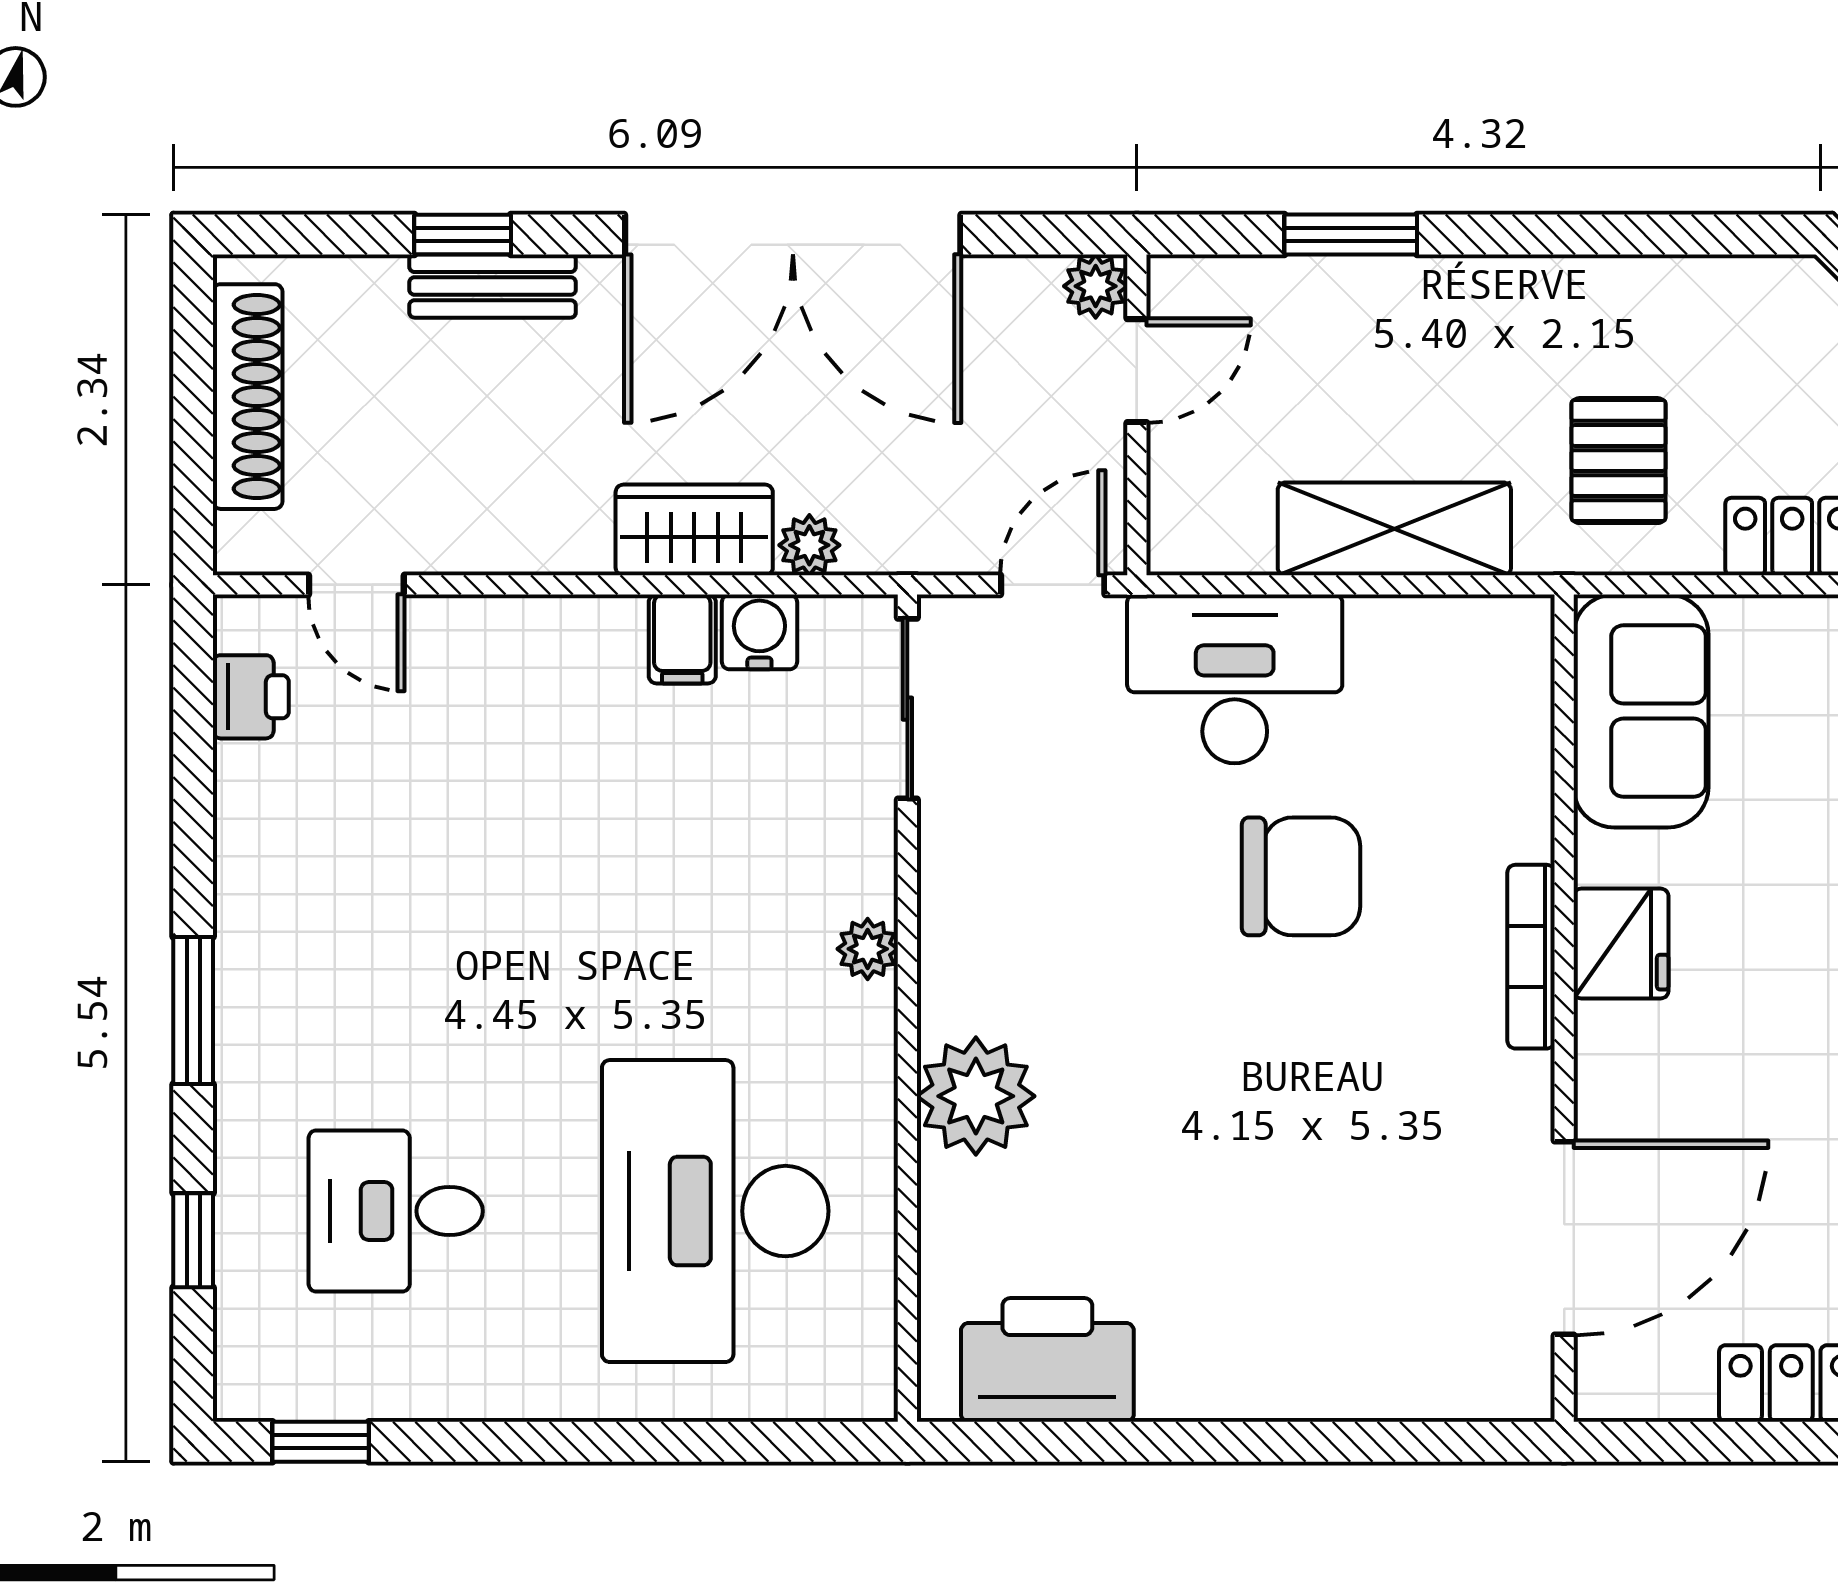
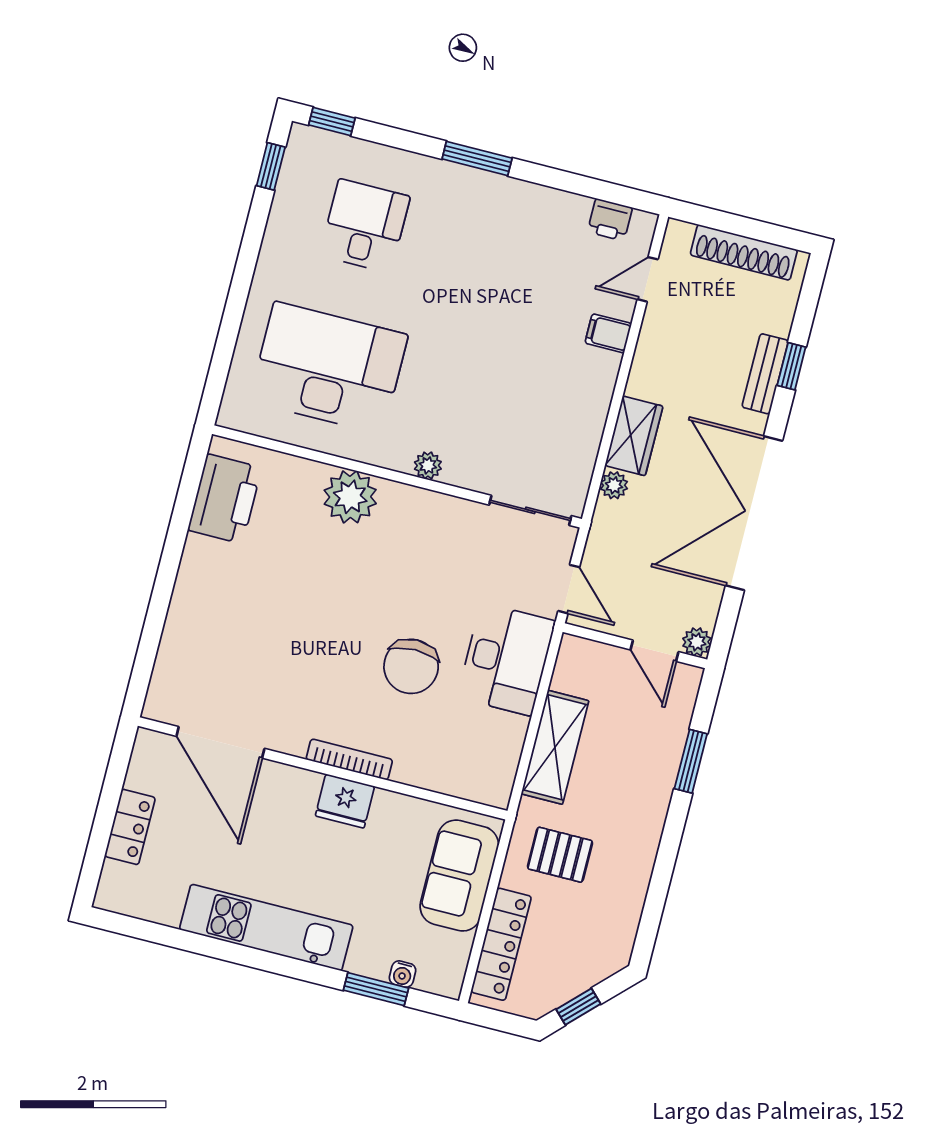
water cooler: (759, 632) -> (581, 453), removed
filing cabinet: (682, 639) -> (608, 333), moved
sofa: (1641, 711) -> (459, 876), moved, turned 90
window: (193, 1240) -> (332, 122), moved

